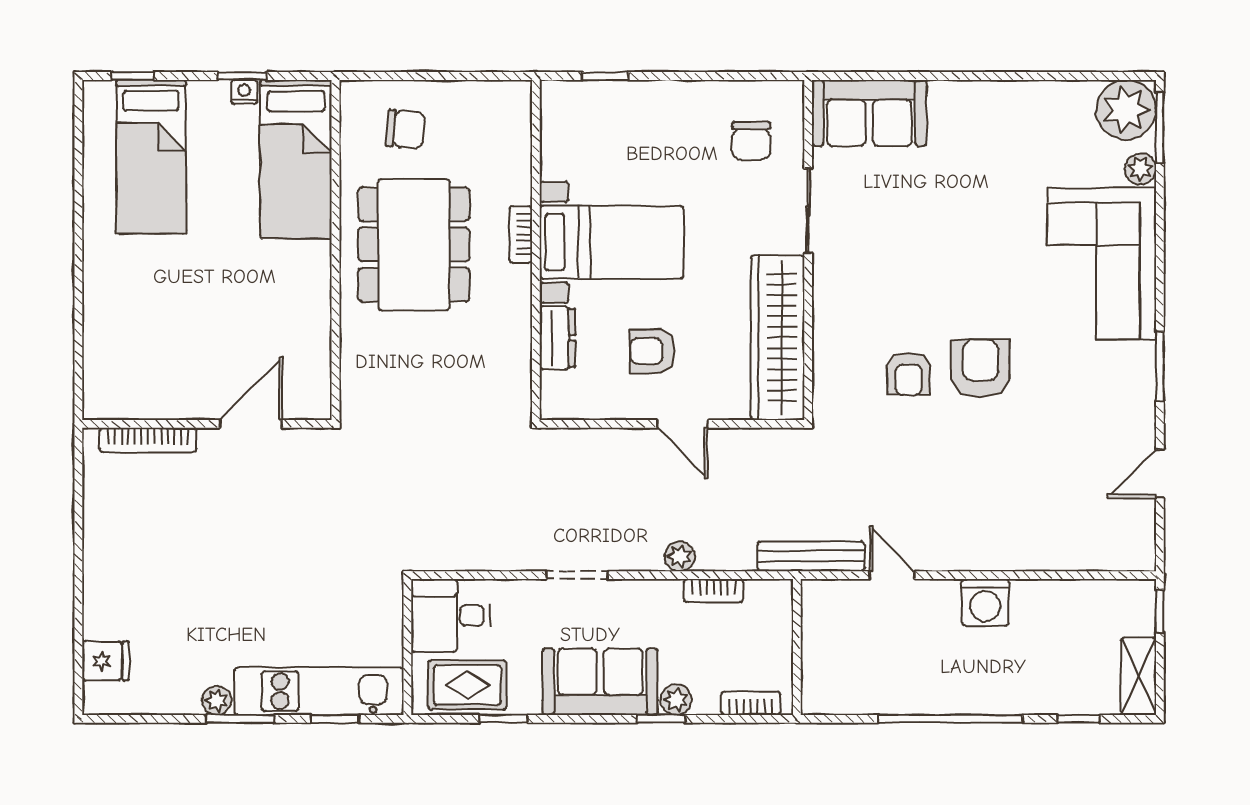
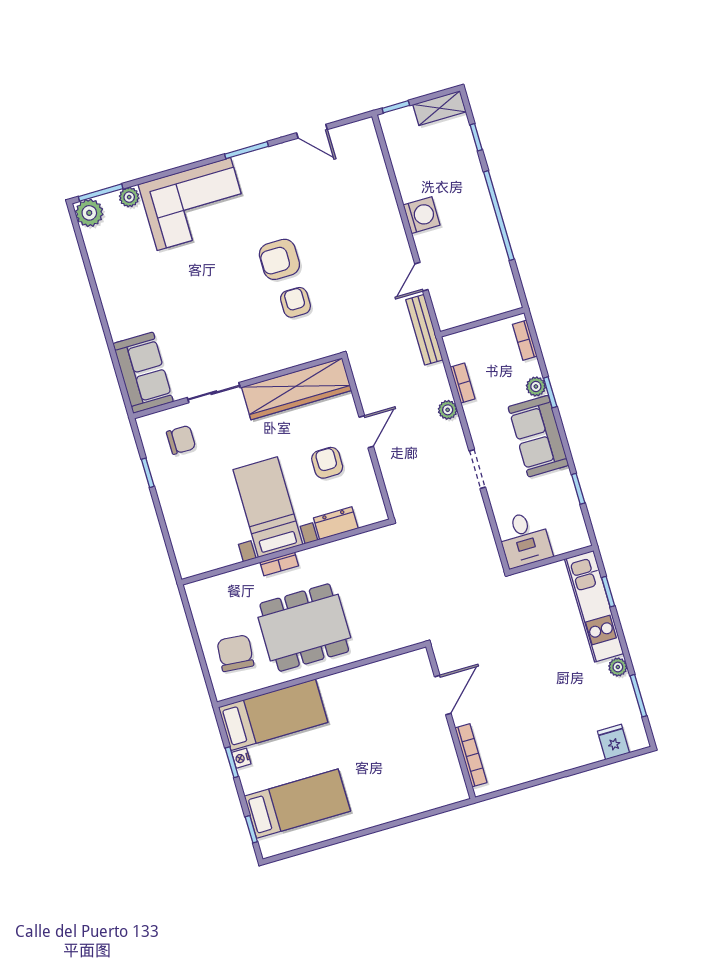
window: (605, 76) -> (148, 473), moved
plant: (1126, 110) -> (89, 213), width x0.73, depth x0.73
chair: (406, 129) -> (235, 653), width x1.37, depth x1.37
armchair: (653, 351) -> (327, 463), turned 180
armchair: (909, 374) -> (295, 302), turned -90
door: (251, 424) -> (443, 695), swing flipped
rug: (467, 685) -> (564, 517), removed
window: (240, 719) -> (638, 696), moved

